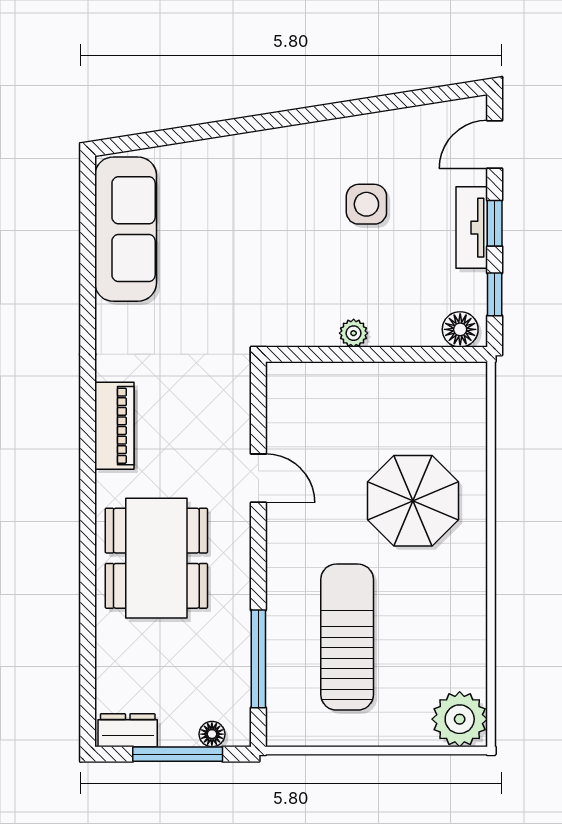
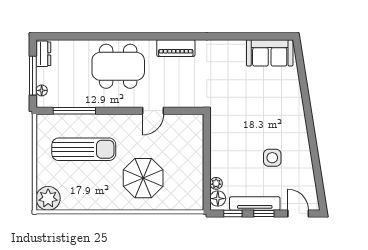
tv unit: (472, 228) -> (255, 204), width x1.41
sofa: (126, 229) -> (270, 53), width x0.73
plant: (354, 333) -> (216, 183), moved

